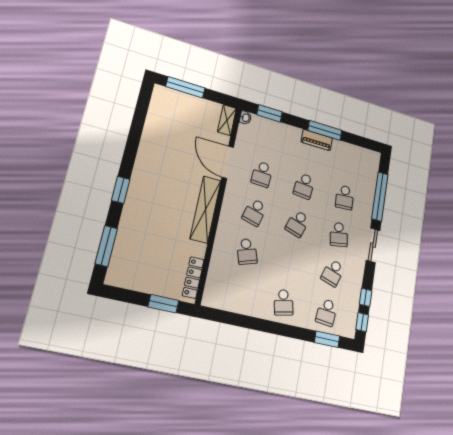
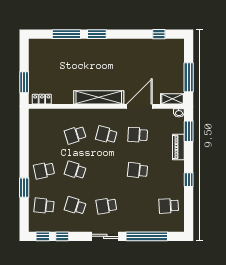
window: (185, 87) -> (189, 77), moved
window: (141, 112) -> (159, 34), added
window: (325, 130) -> (189, 180), width x0.46
piano: (317, 140) -> (178, 147), moved
school desk: (345, 197) -> (169, 206), moved
school desk: (297, 224) -> (75, 170), moved
window: (106, 246) -> (66, 34), moved
locker: (193, 278) -> (42, 99), width x0.66
window: (327, 339) -> (24, 188), moved

